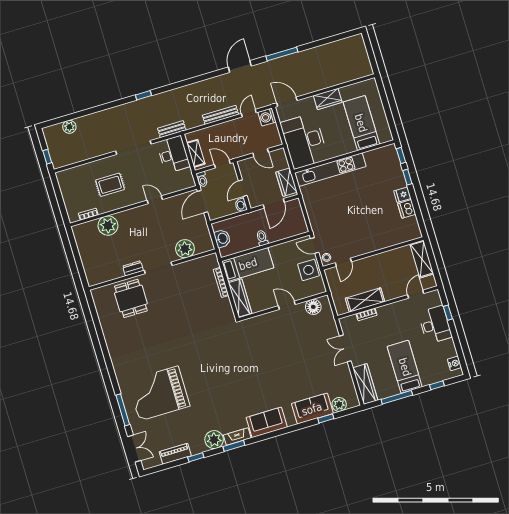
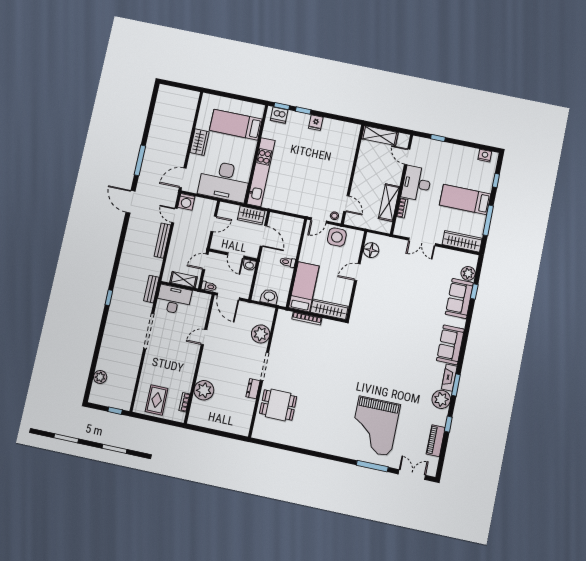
rug: (110, 185) -> (157, 400), moved
dishwasher: (407, 209) -> (279, 115), moved
desk: (435, 325) -> (416, 183), moved, turned -90

